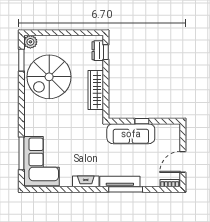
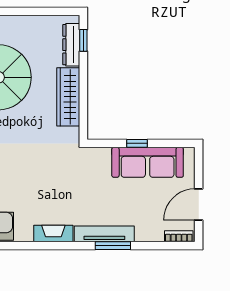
dresser: (98, 51) -> (71, 45), width x1.44
sofa: (131, 134) -> (148, 162), moved
window: (126, 189) -> (113, 246), width x0.69

